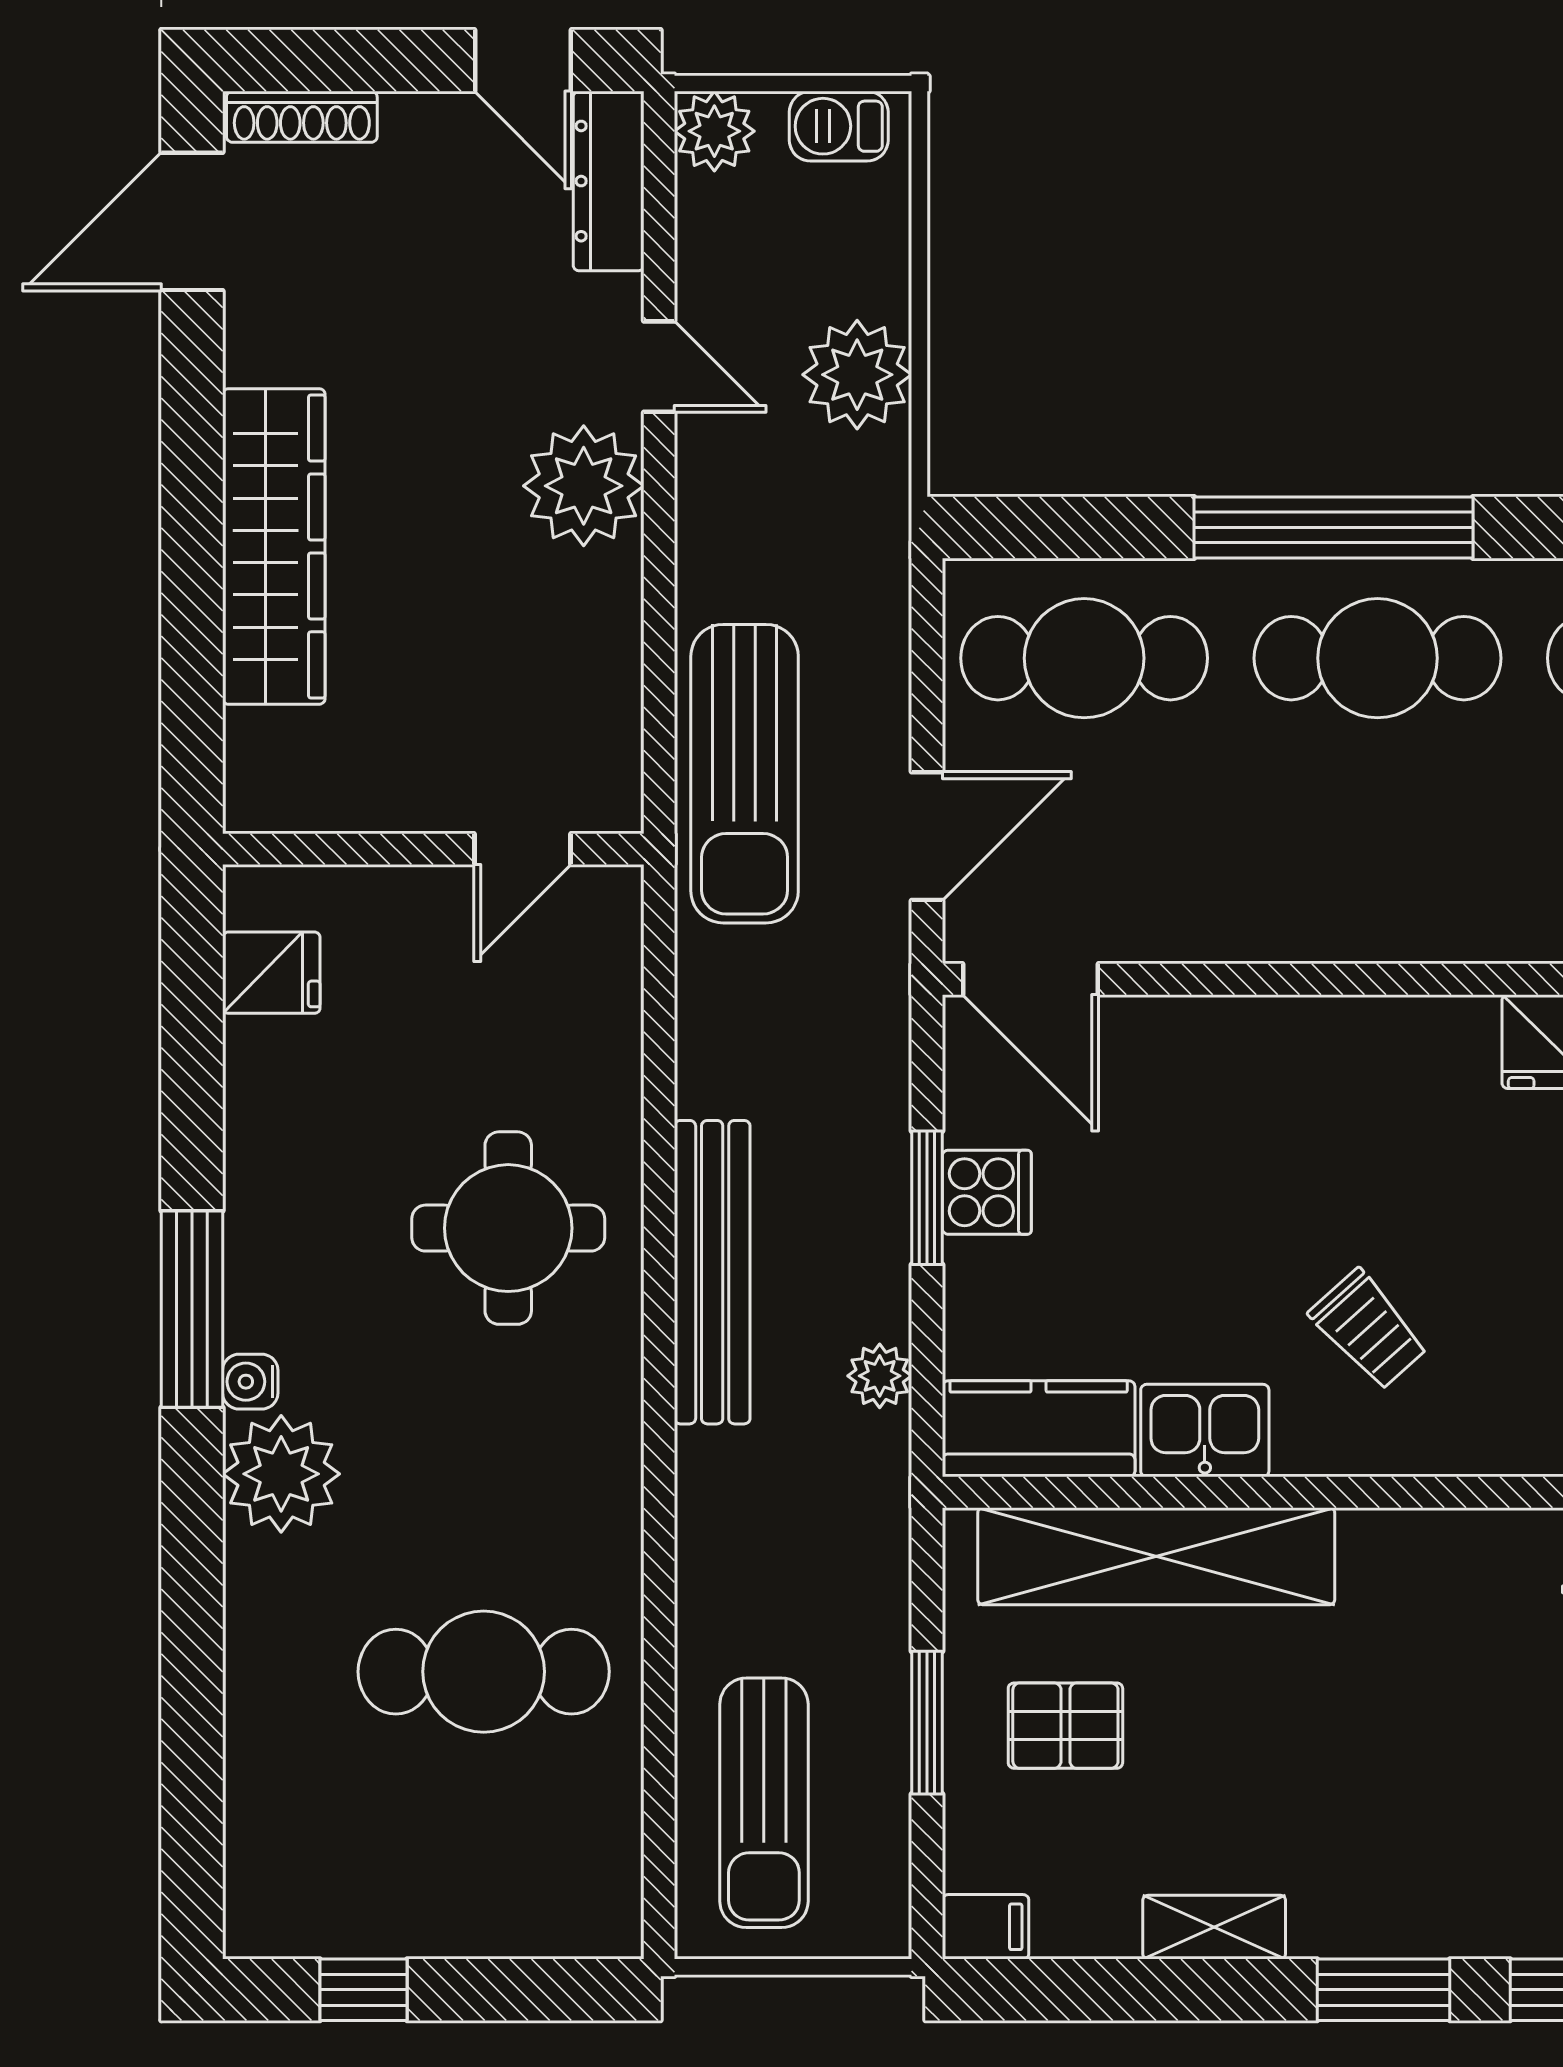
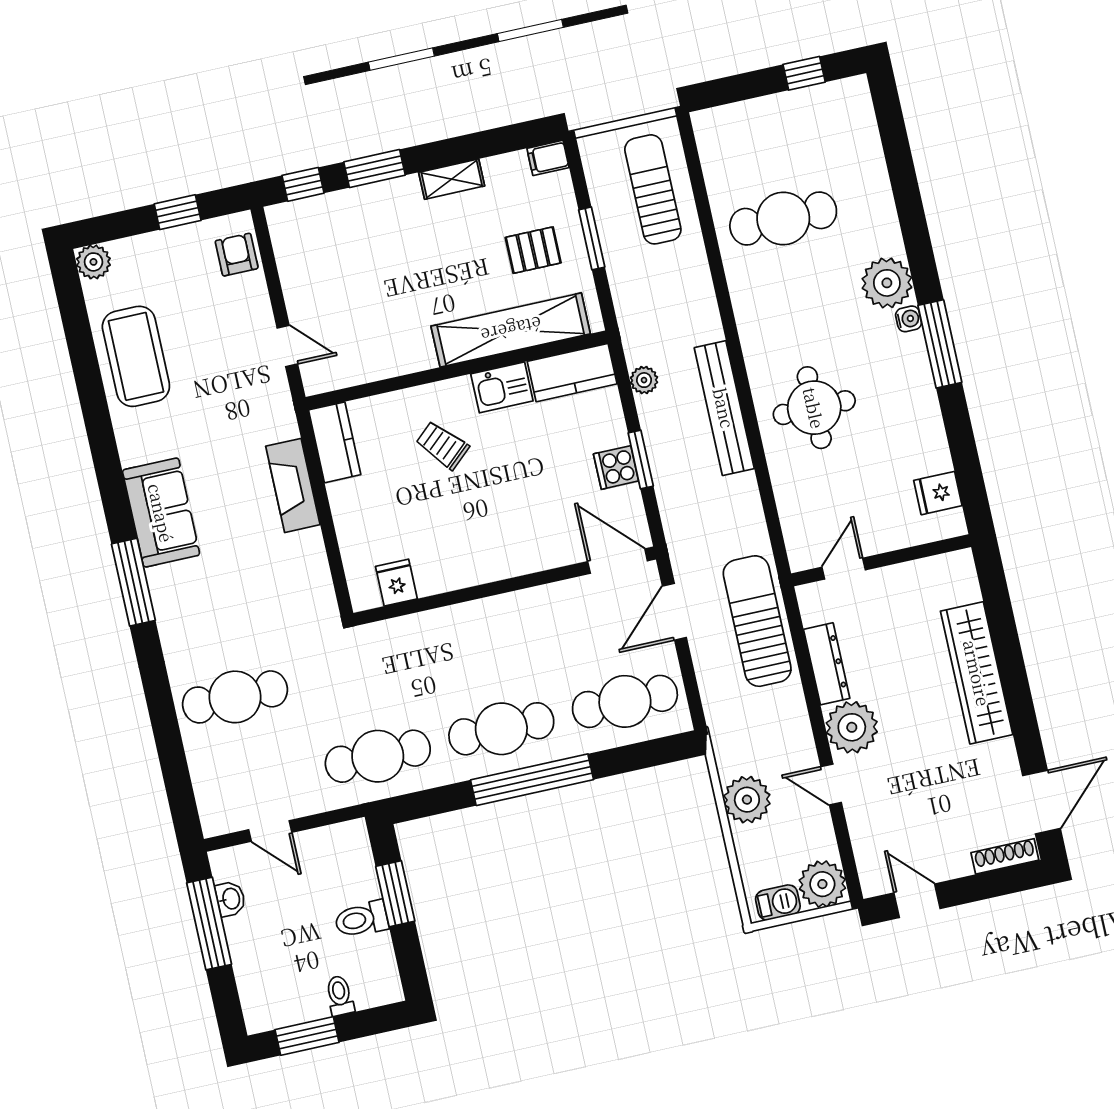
plant: (714, 131) -> (822, 884), width x1.36, depth x1.36
dresser: (609, 181) -> (827, 664), moved

